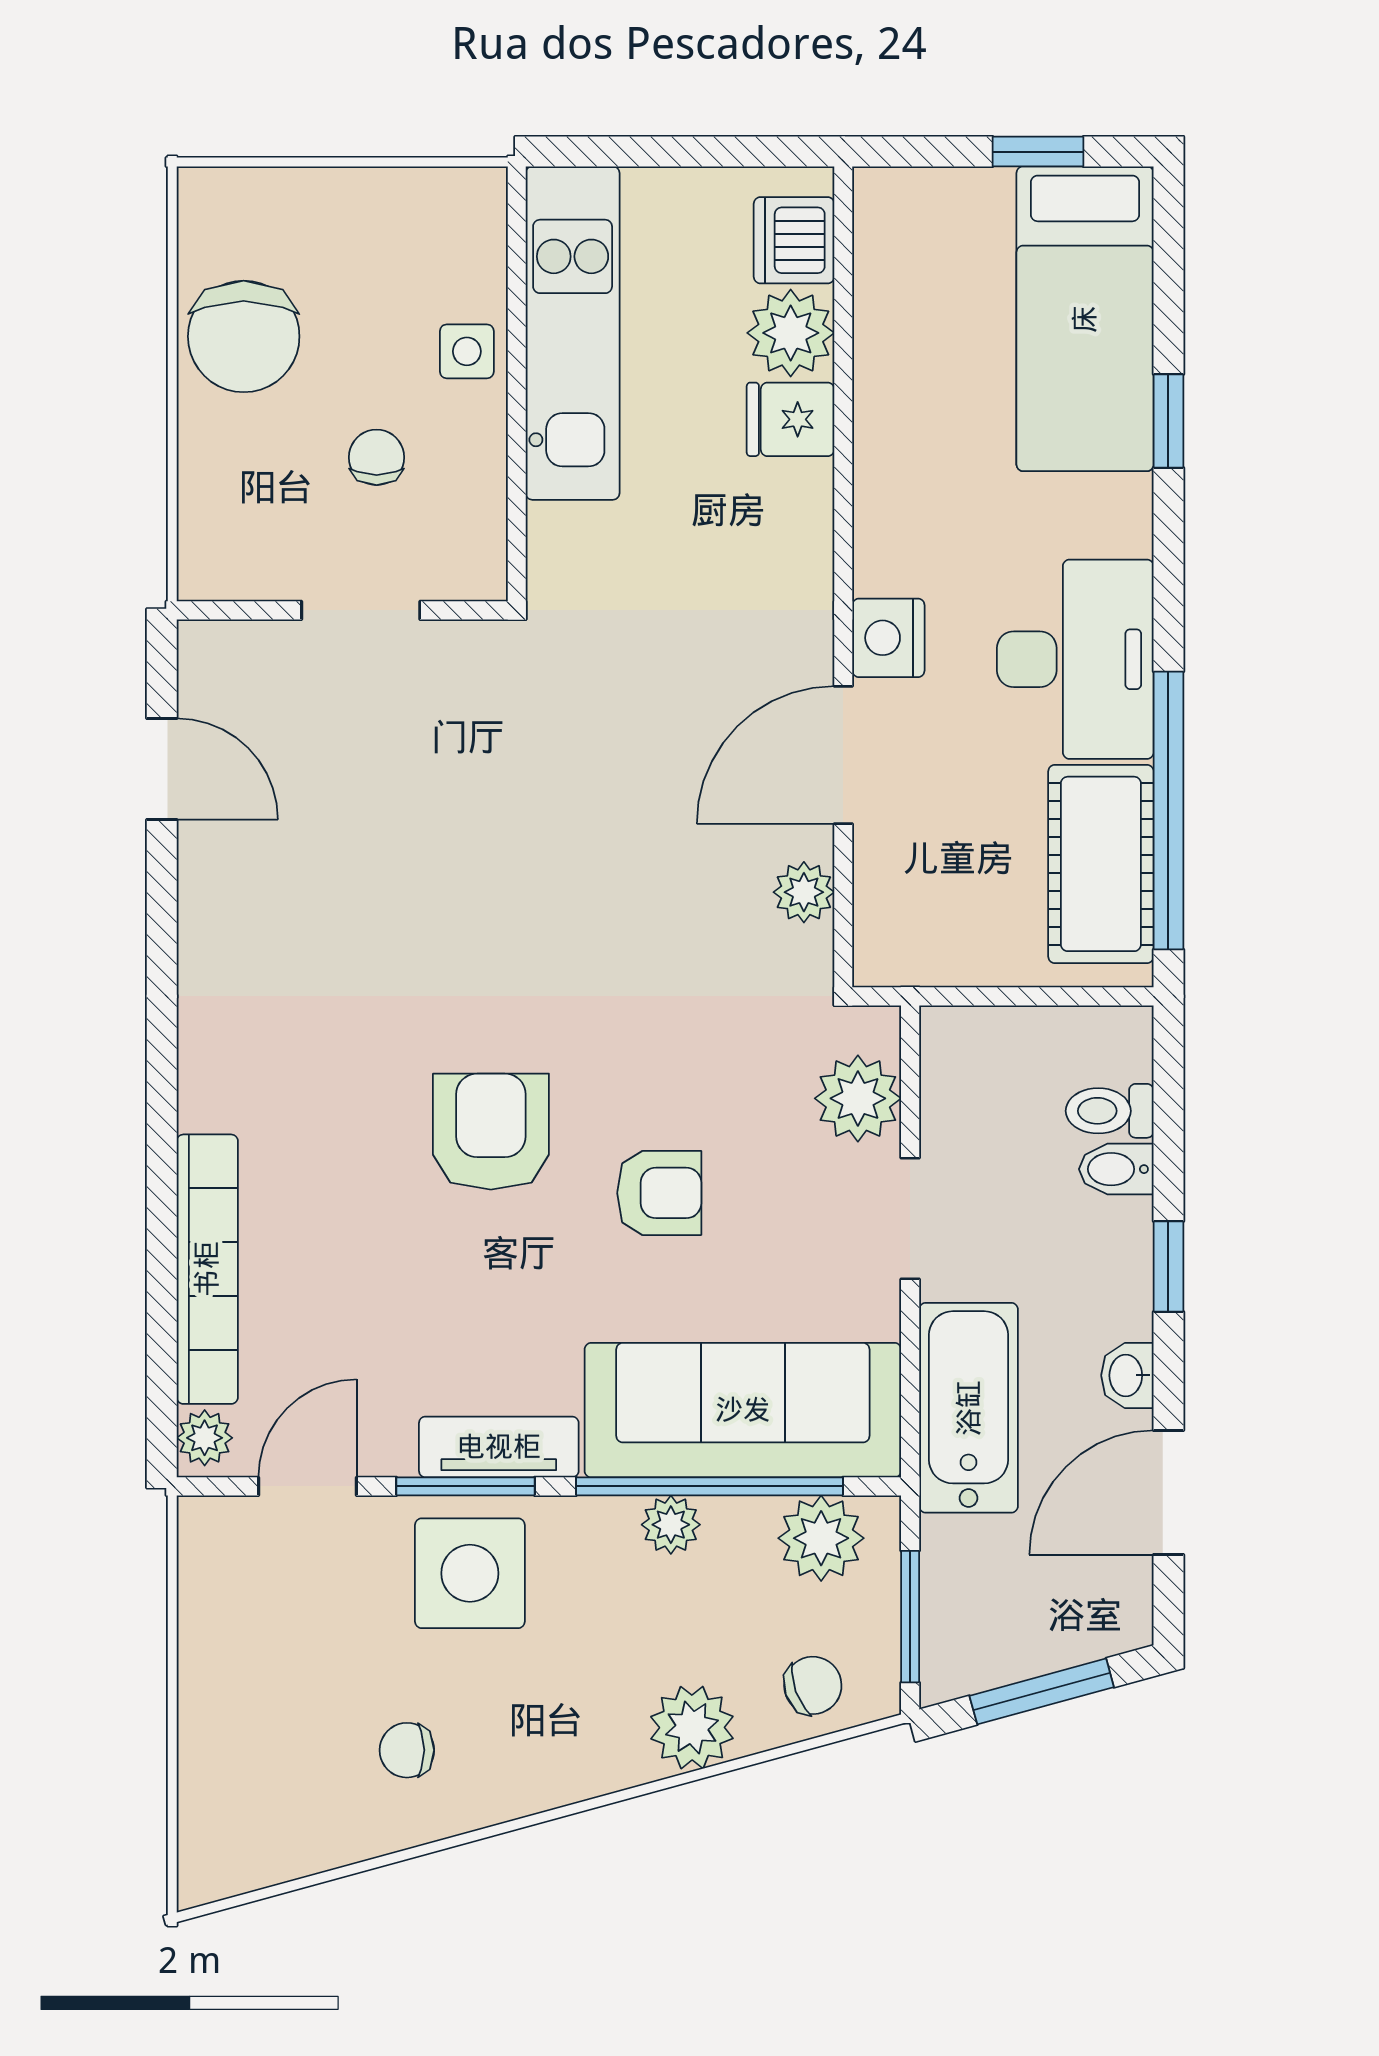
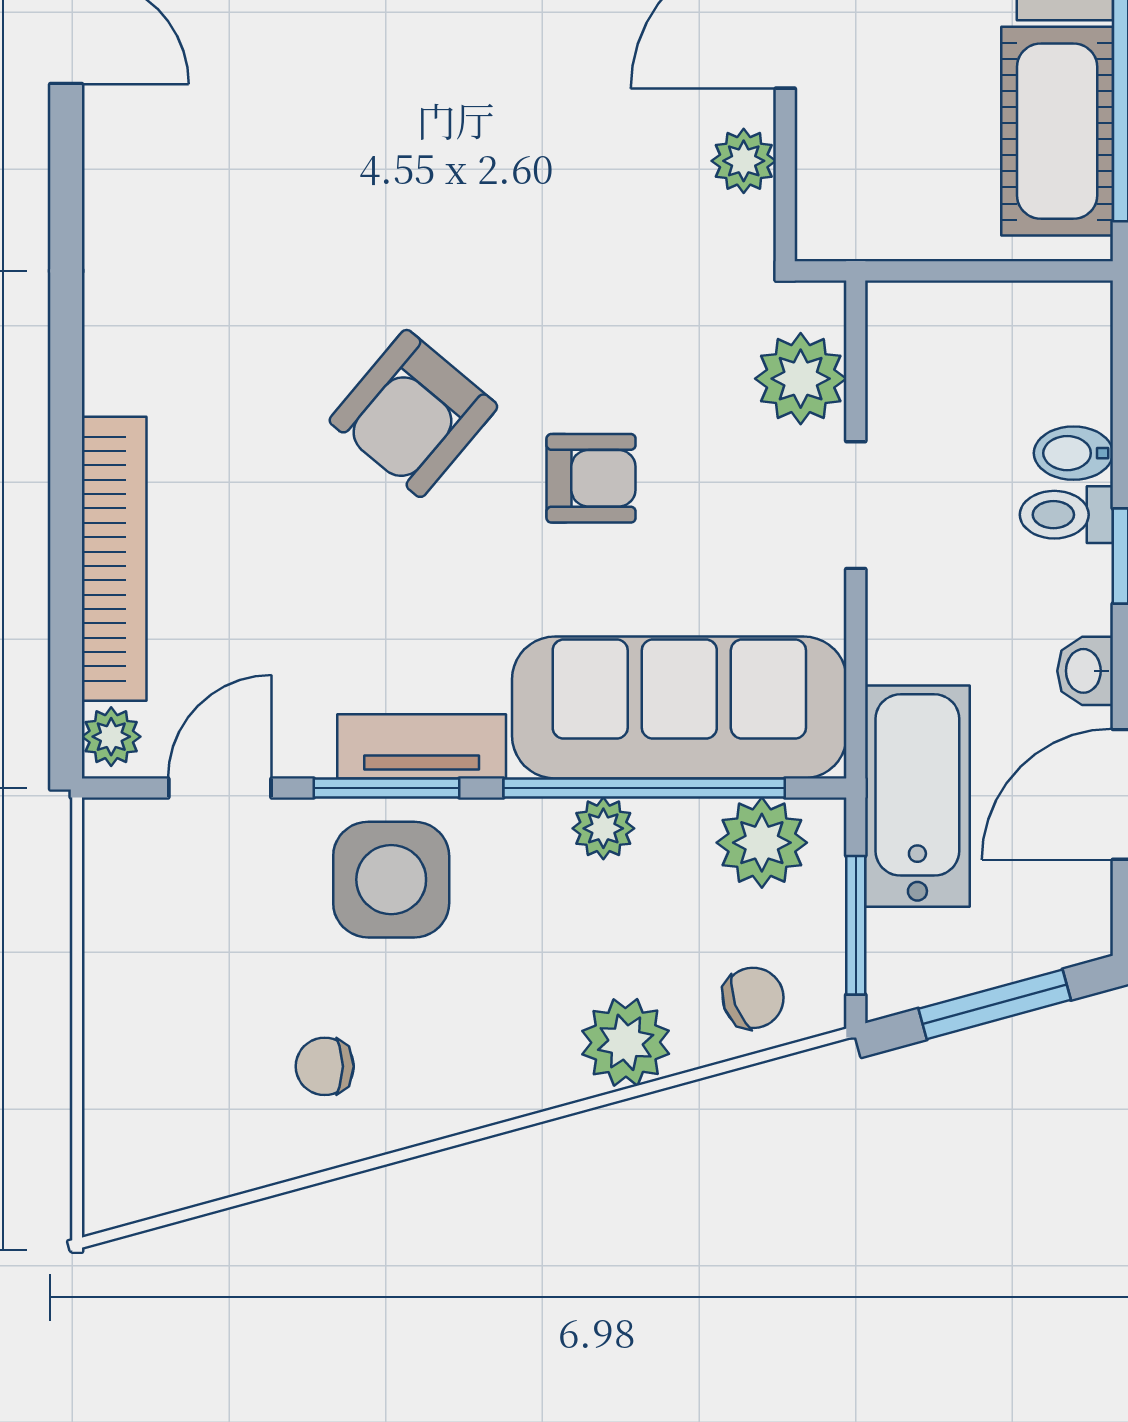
toilet: (1110, 1111) -> (1066, 515), moved
armchair: (491, 1132) -> (413, 413), turned -140
bathtub: (969, 1408) -> (917, 796), moved

